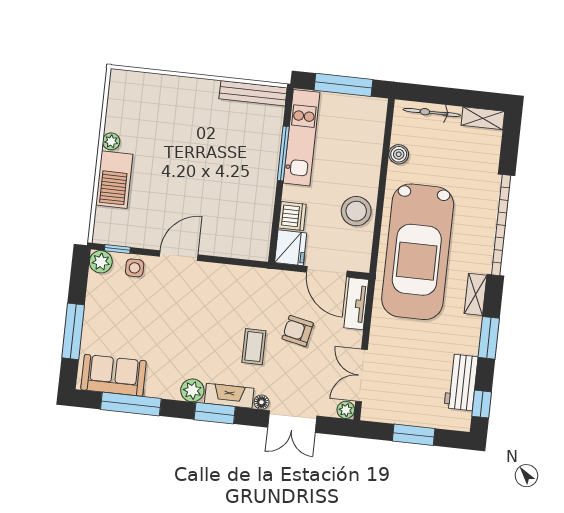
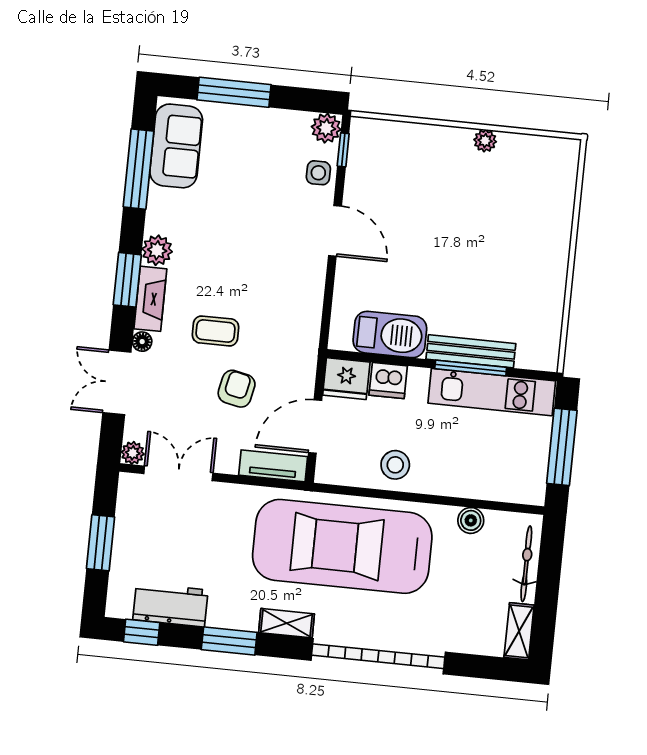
bench: (253, 93) -> (471, 351), moved, turned 90
barbecue: (114, 180) -> (390, 334), moved, turned 180
stool: (356, 211) -> (395, 465), width x0.73, depth x0.73

